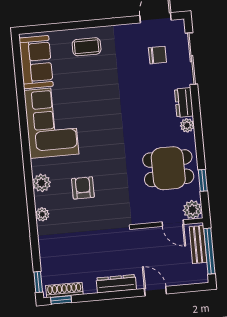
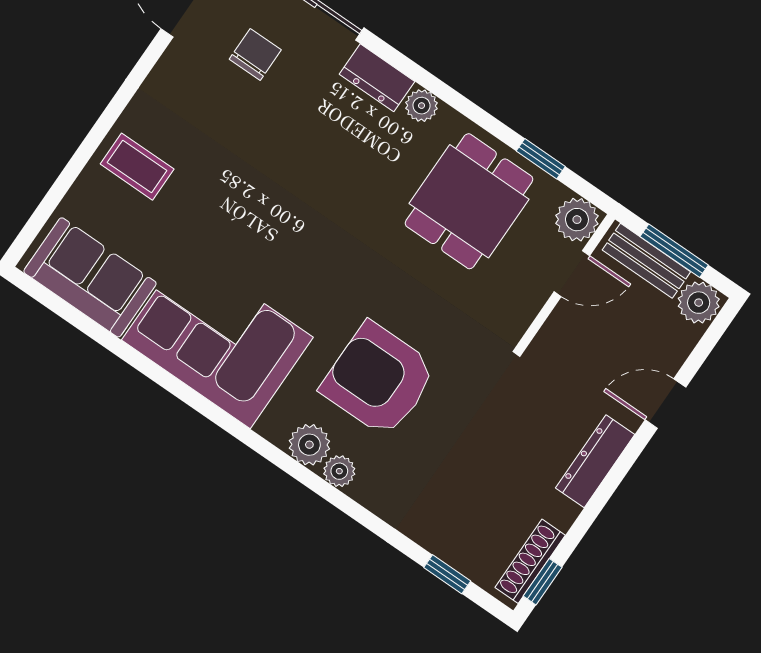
coffee table: (87, 47) -> (137, 167), turned 90
armchair: (83, 188) -> (379, 379), width x1.88, depth x1.88
plant: (42, 214) -> (339, 471), moved
window: (209, 251) -> (674, 251), width x0.69
plant: (199, 274) -> (699, 303), added
window: (38, 282) -> (447, 574), moved

